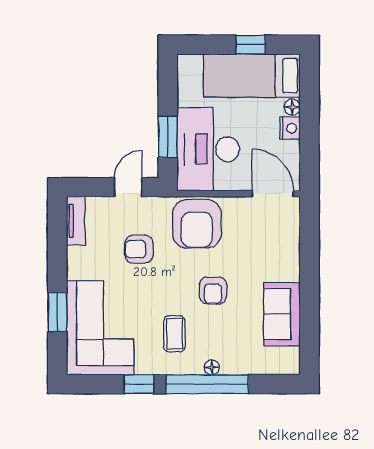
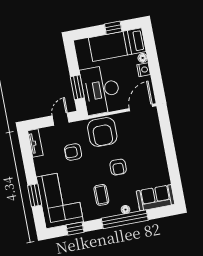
door: (273, 194) -> (141, 108), hinge flipped
sofa: (282, 314) -> (156, 198), moved, turned 90
window: (139, 384) -> (75, 229), moved

